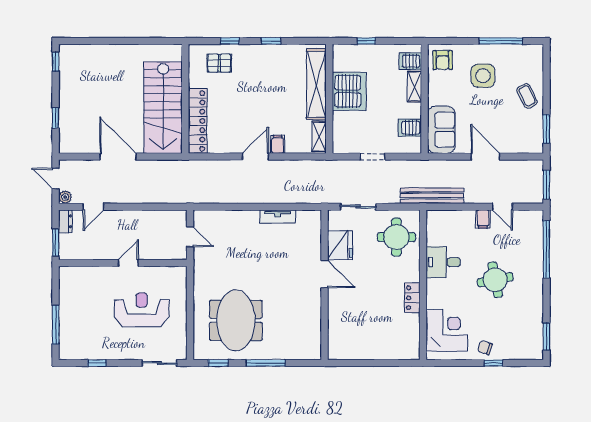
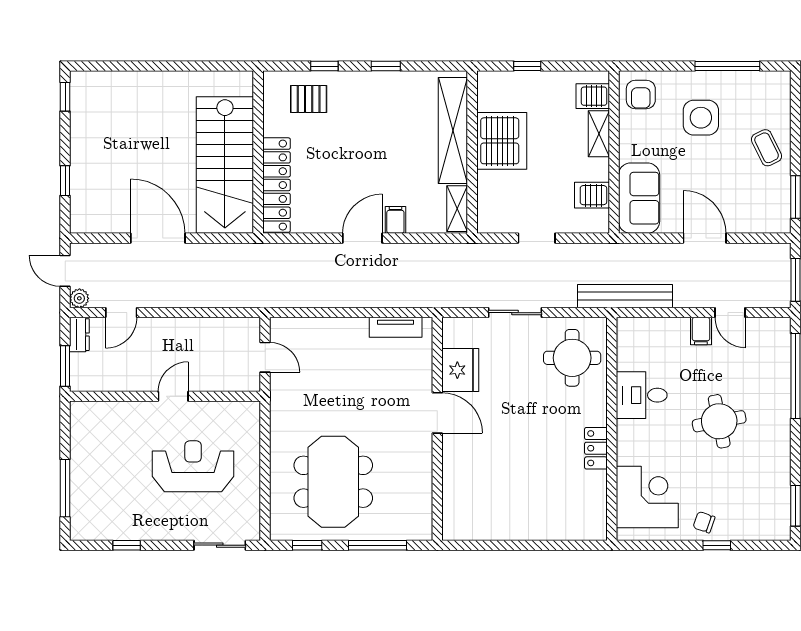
fridge: (340, 245) -> (460, 370), moved
door: (324, 274) -> (437, 413), moved
wall: (324, 285) -> (437, 429), moved

